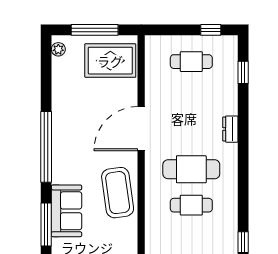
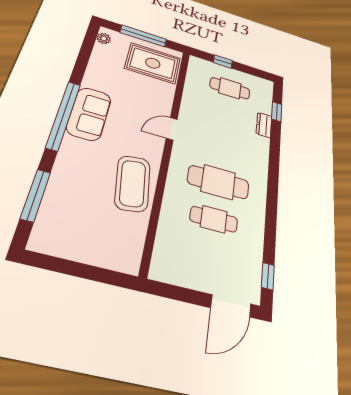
window: (211, 30) -> (223, 62), moved
door: (141, 129) -> (172, 129), width x0.53
dresser: (230, 129) -> (264, 125), moved
sofa: (67, 211) -> (89, 114), moved

